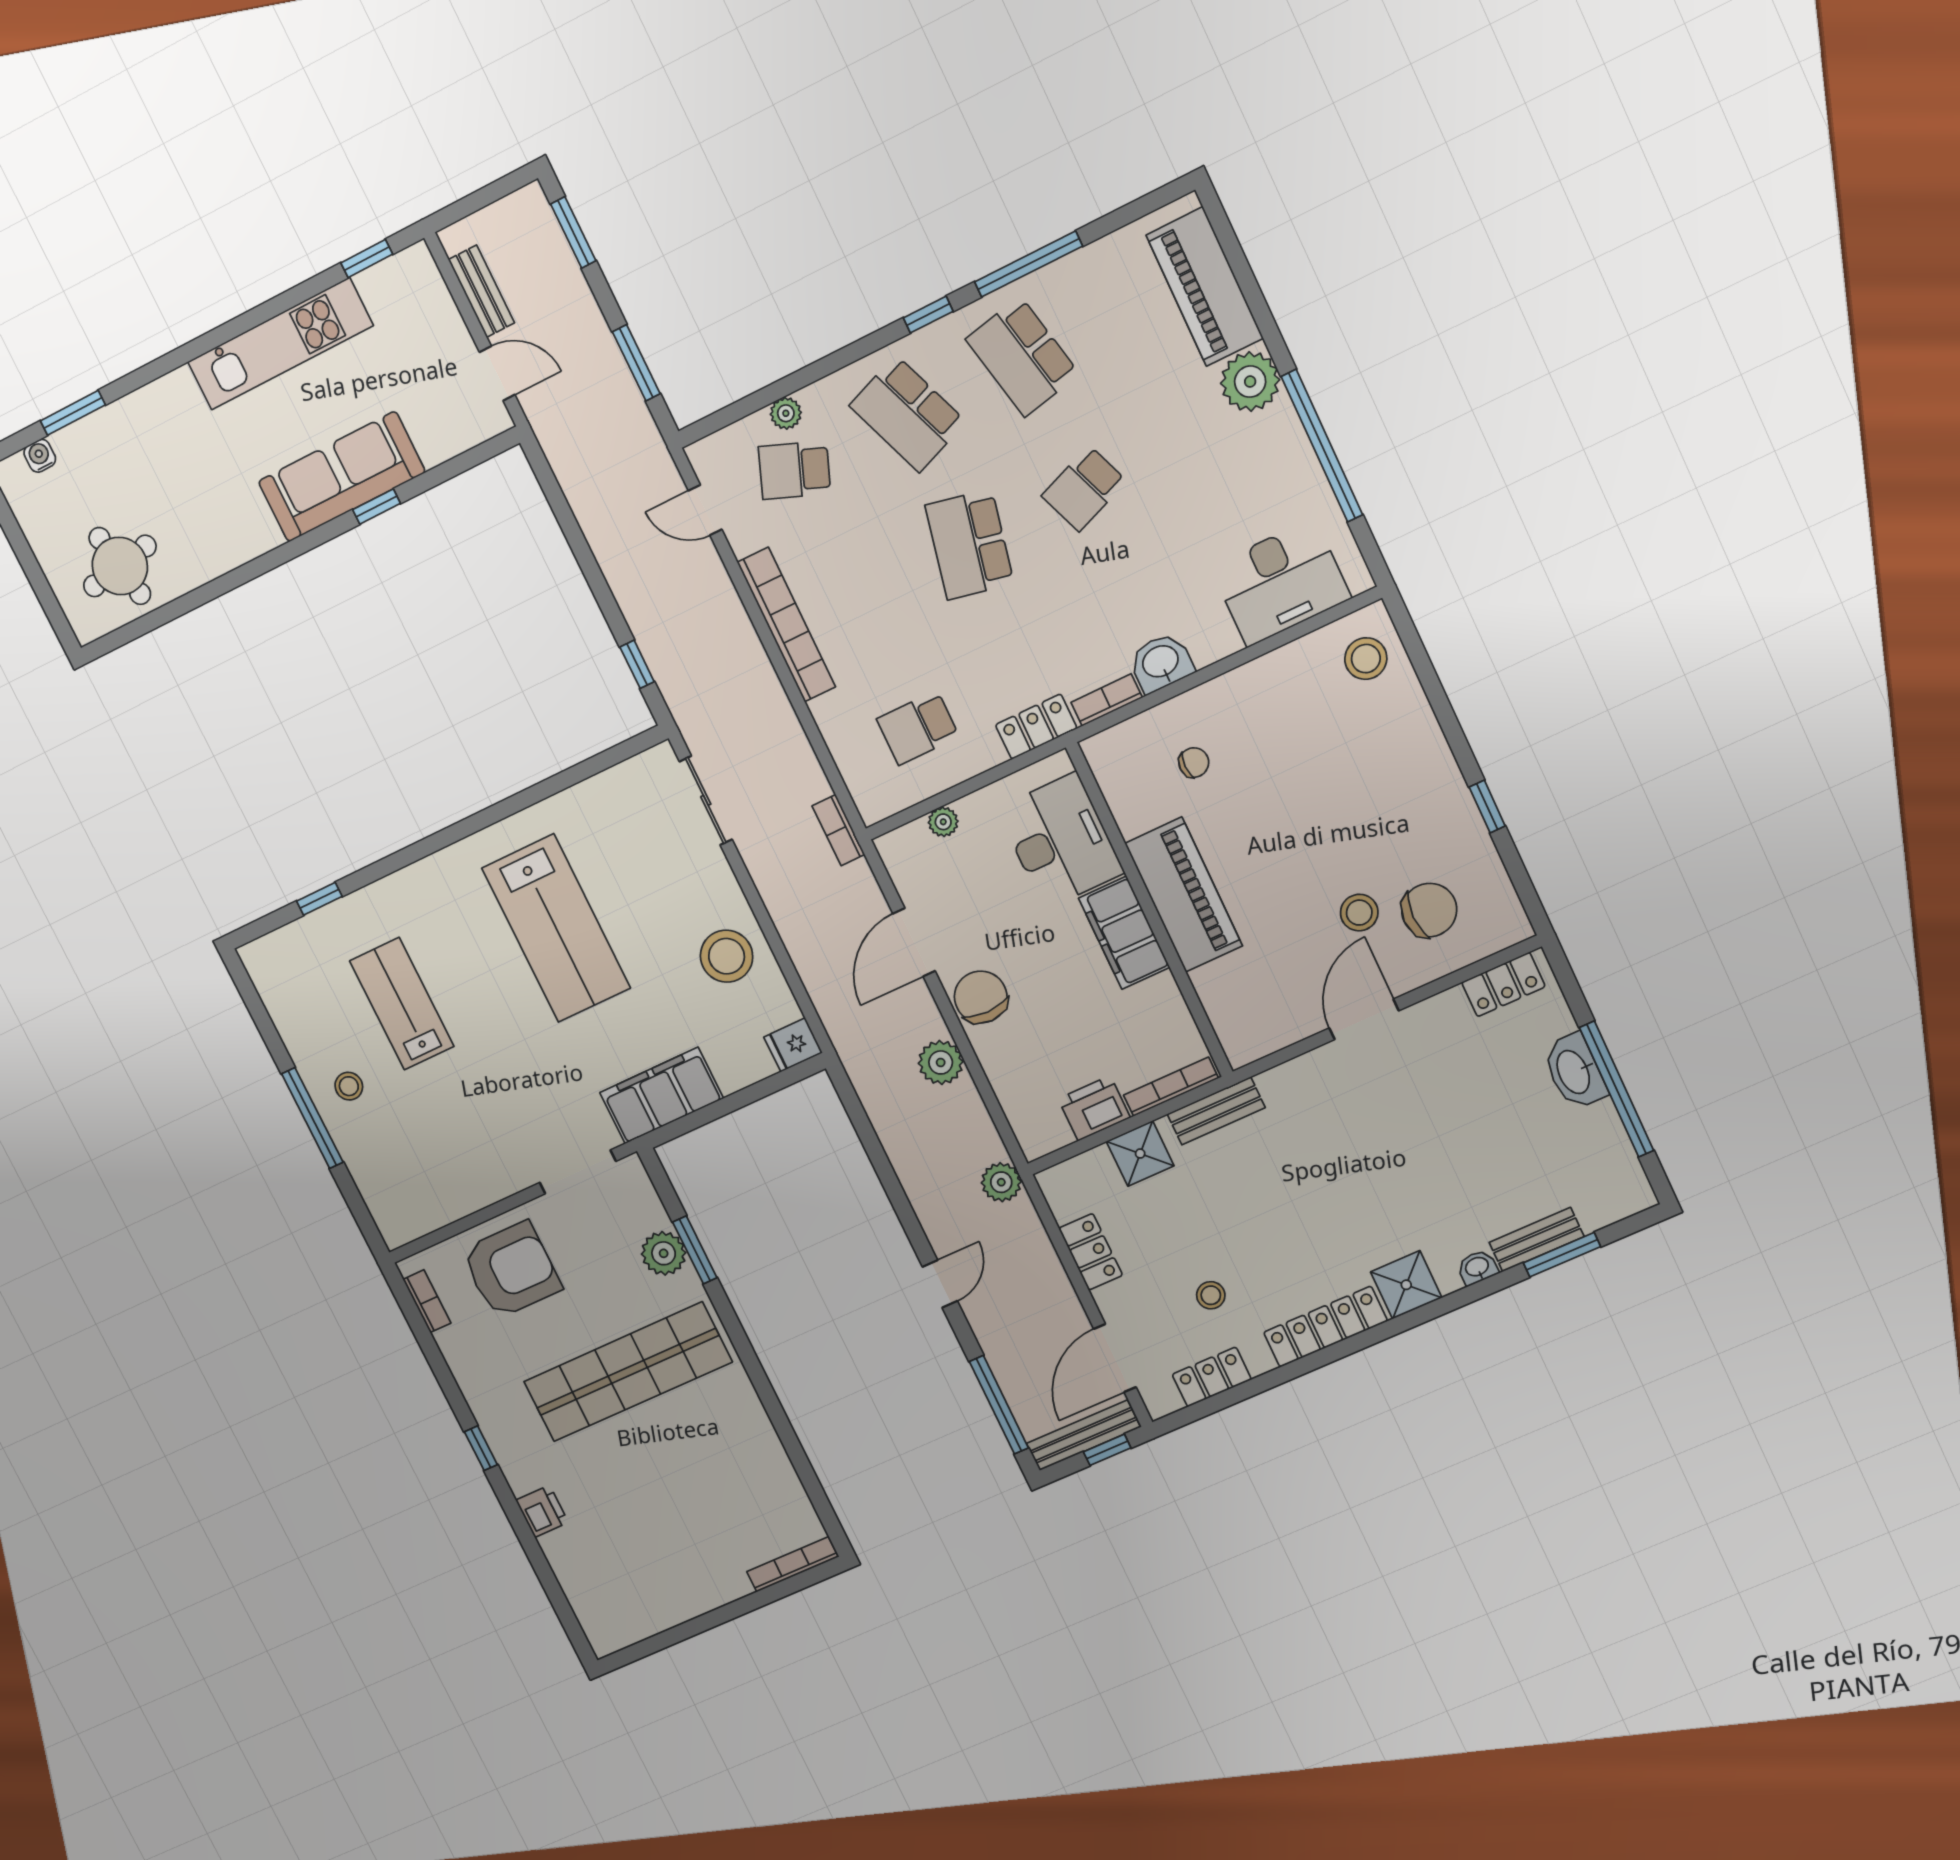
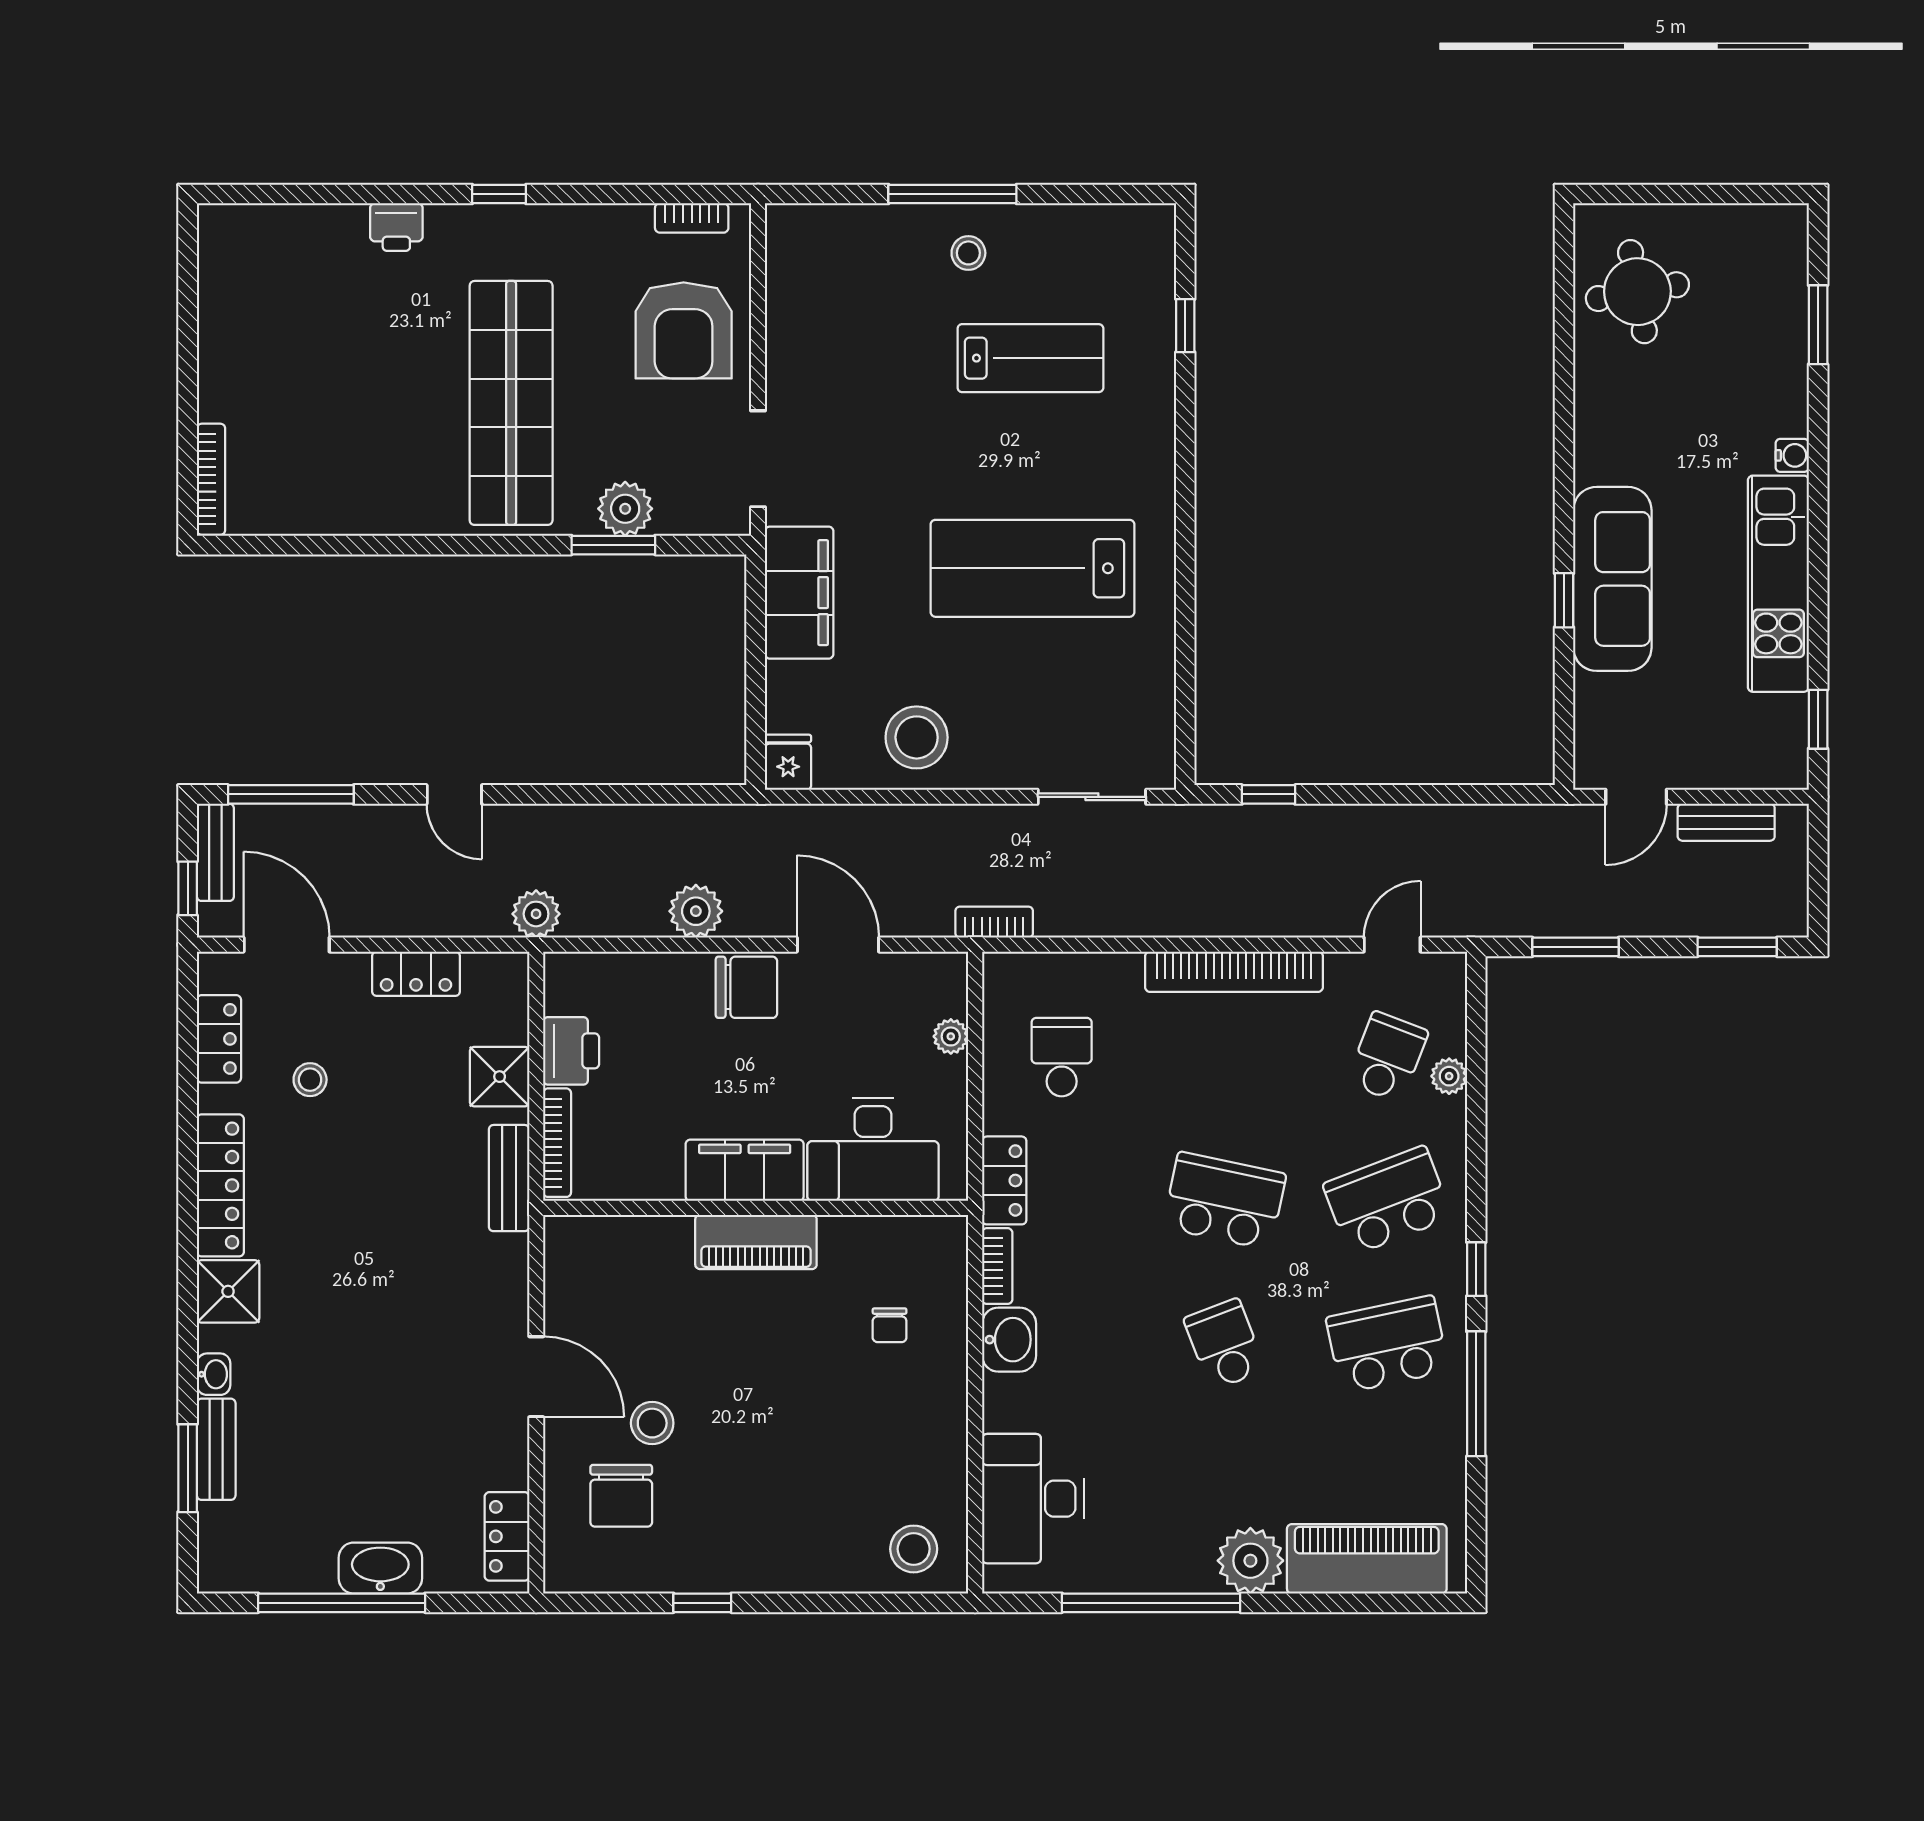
water cooler: (40, 456) -> (1792, 455), moved
piano: (1184, 895) -> (756, 1242), width x0.73, depth x0.75
bench: (1083, 1435) -> (215, 852), width x0.73

